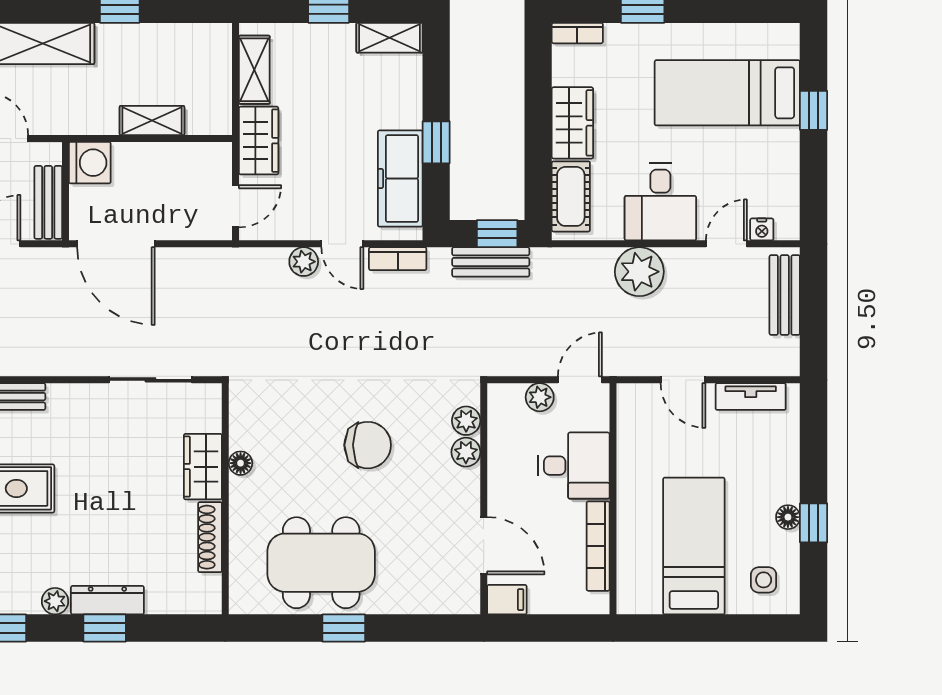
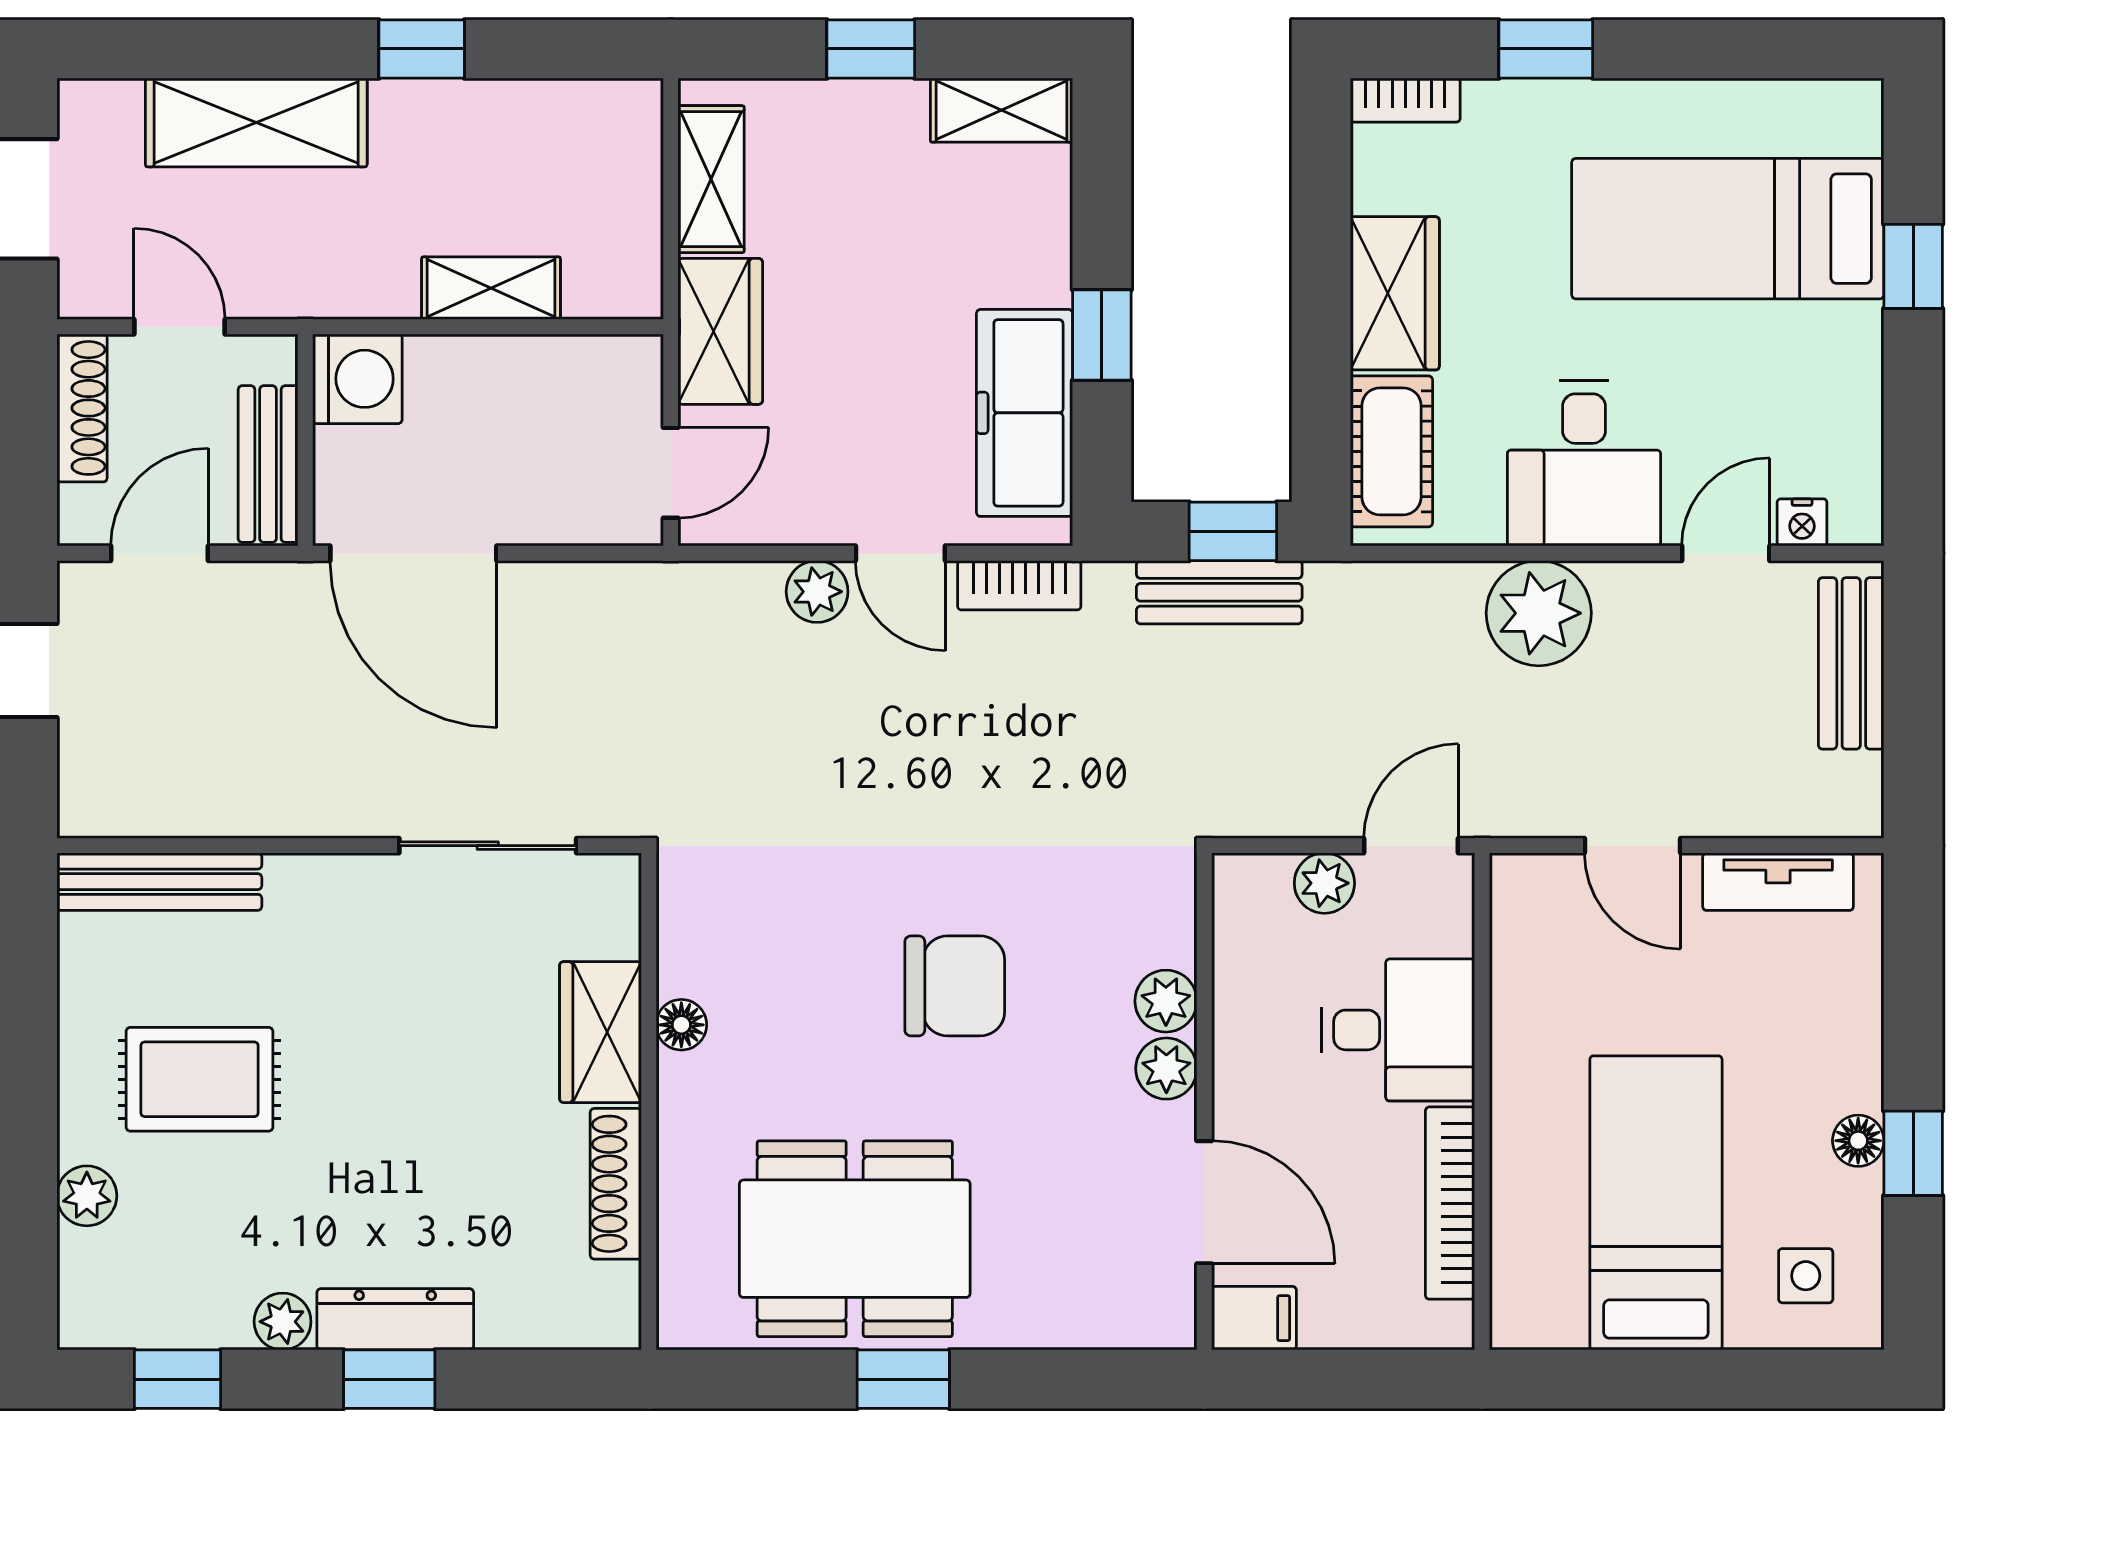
plant: (466, 421) -> (1166, 1069), moved

